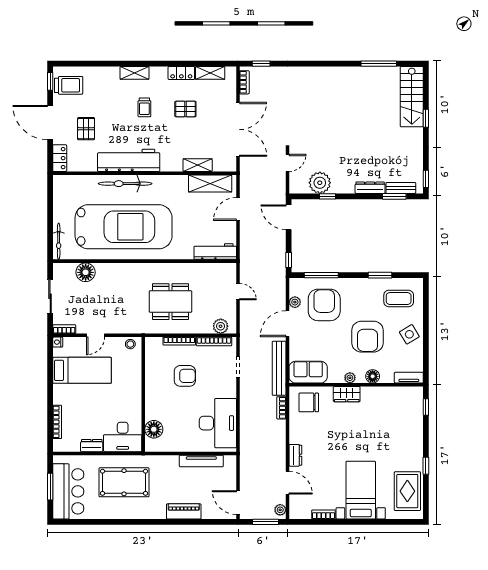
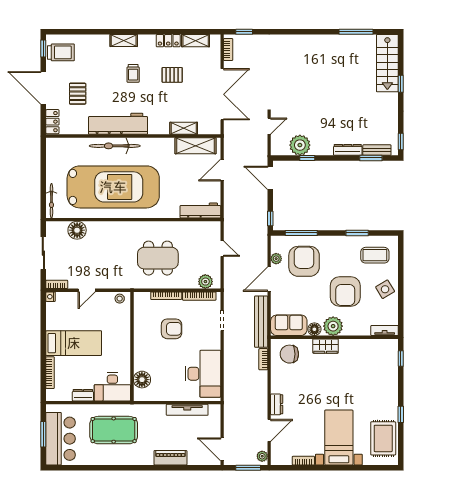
bed: (82, 370) -> (74, 343), moved
floor lamp: (373, 376) -> (314, 329), moved
plant: (350, 378) -> (333, 326), width x1.88, depth x1.88
door: (287, 483) -> (269, 430), hinge flipped

